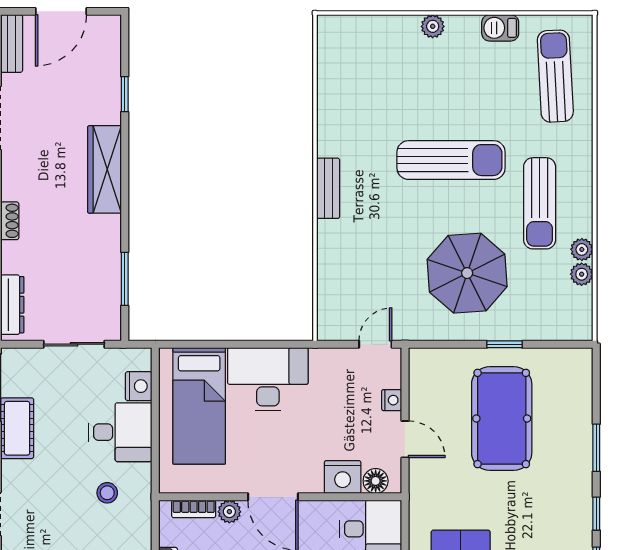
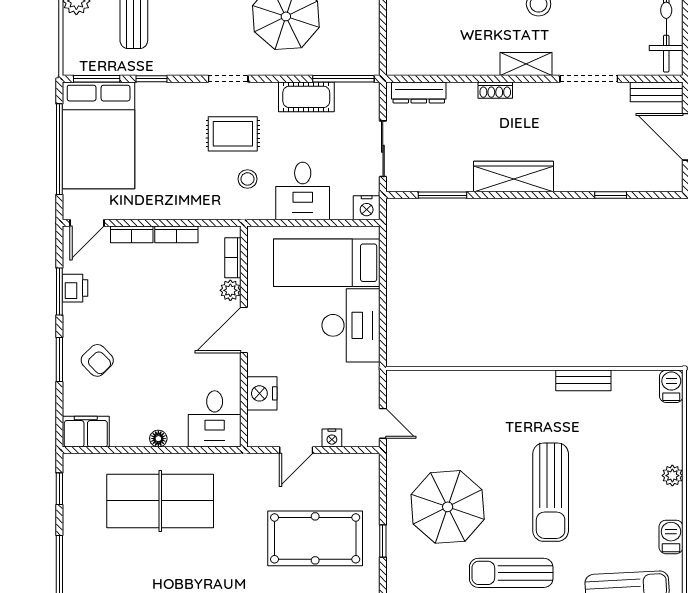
barbecue: (335, 28) -> (671, 386), added
wardrobe: (105, 169) -> (514, 177), moved
bench: (328, 188) -> (583, 380), moved
nightstand: (139, 386) -> (367, 208), moved
floor lamp: (376, 481) -> (258, 423), removed
rug: (58, 509) -> (233, 134), added

